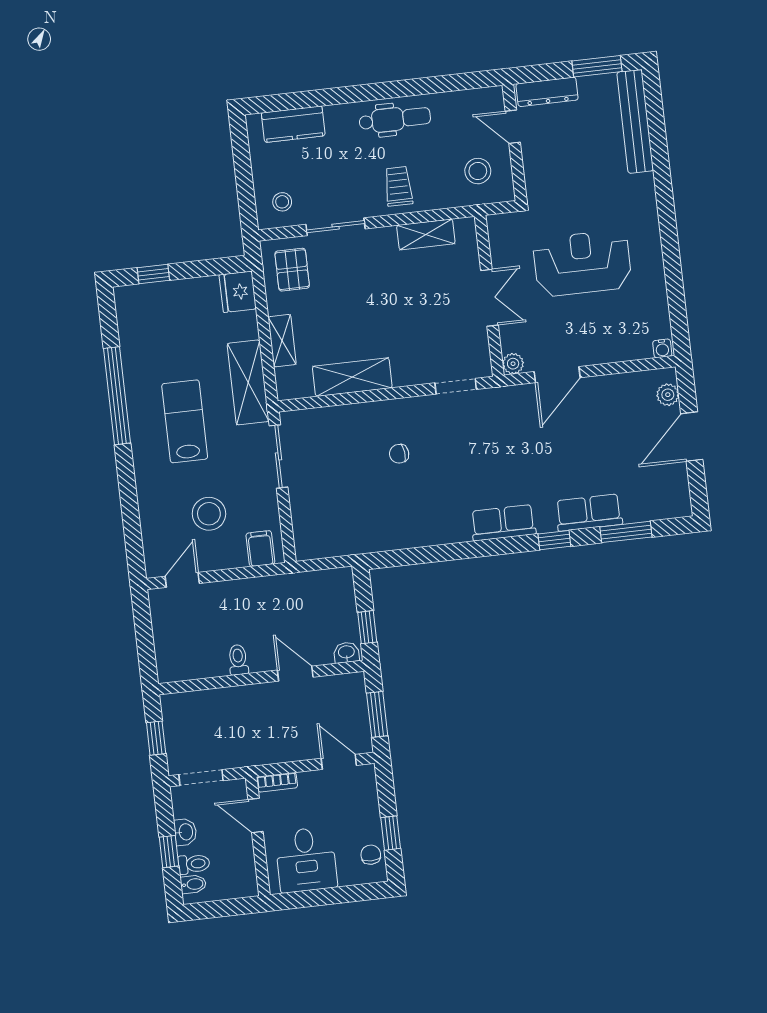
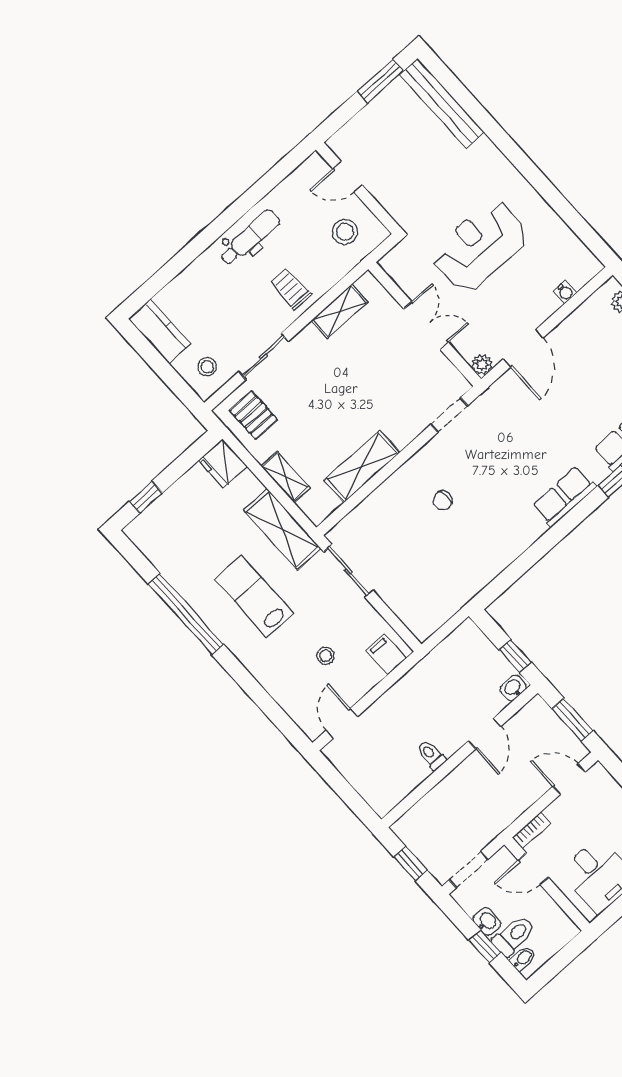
dresser: (547, 92) -> (355, 130), removed
kitchen counter: (293, 124) -> (160, 332), moved, turned -90
water cooler: (662, 348) -> (565, 292), moved
stool: (209, 514) -> (326, 656), width x0.53, depth x0.53
door: (295, 674) -> (485, 734), swing flipped
toilet: (194, 864) -> (514, 936), width x1.37, depth x1.39

